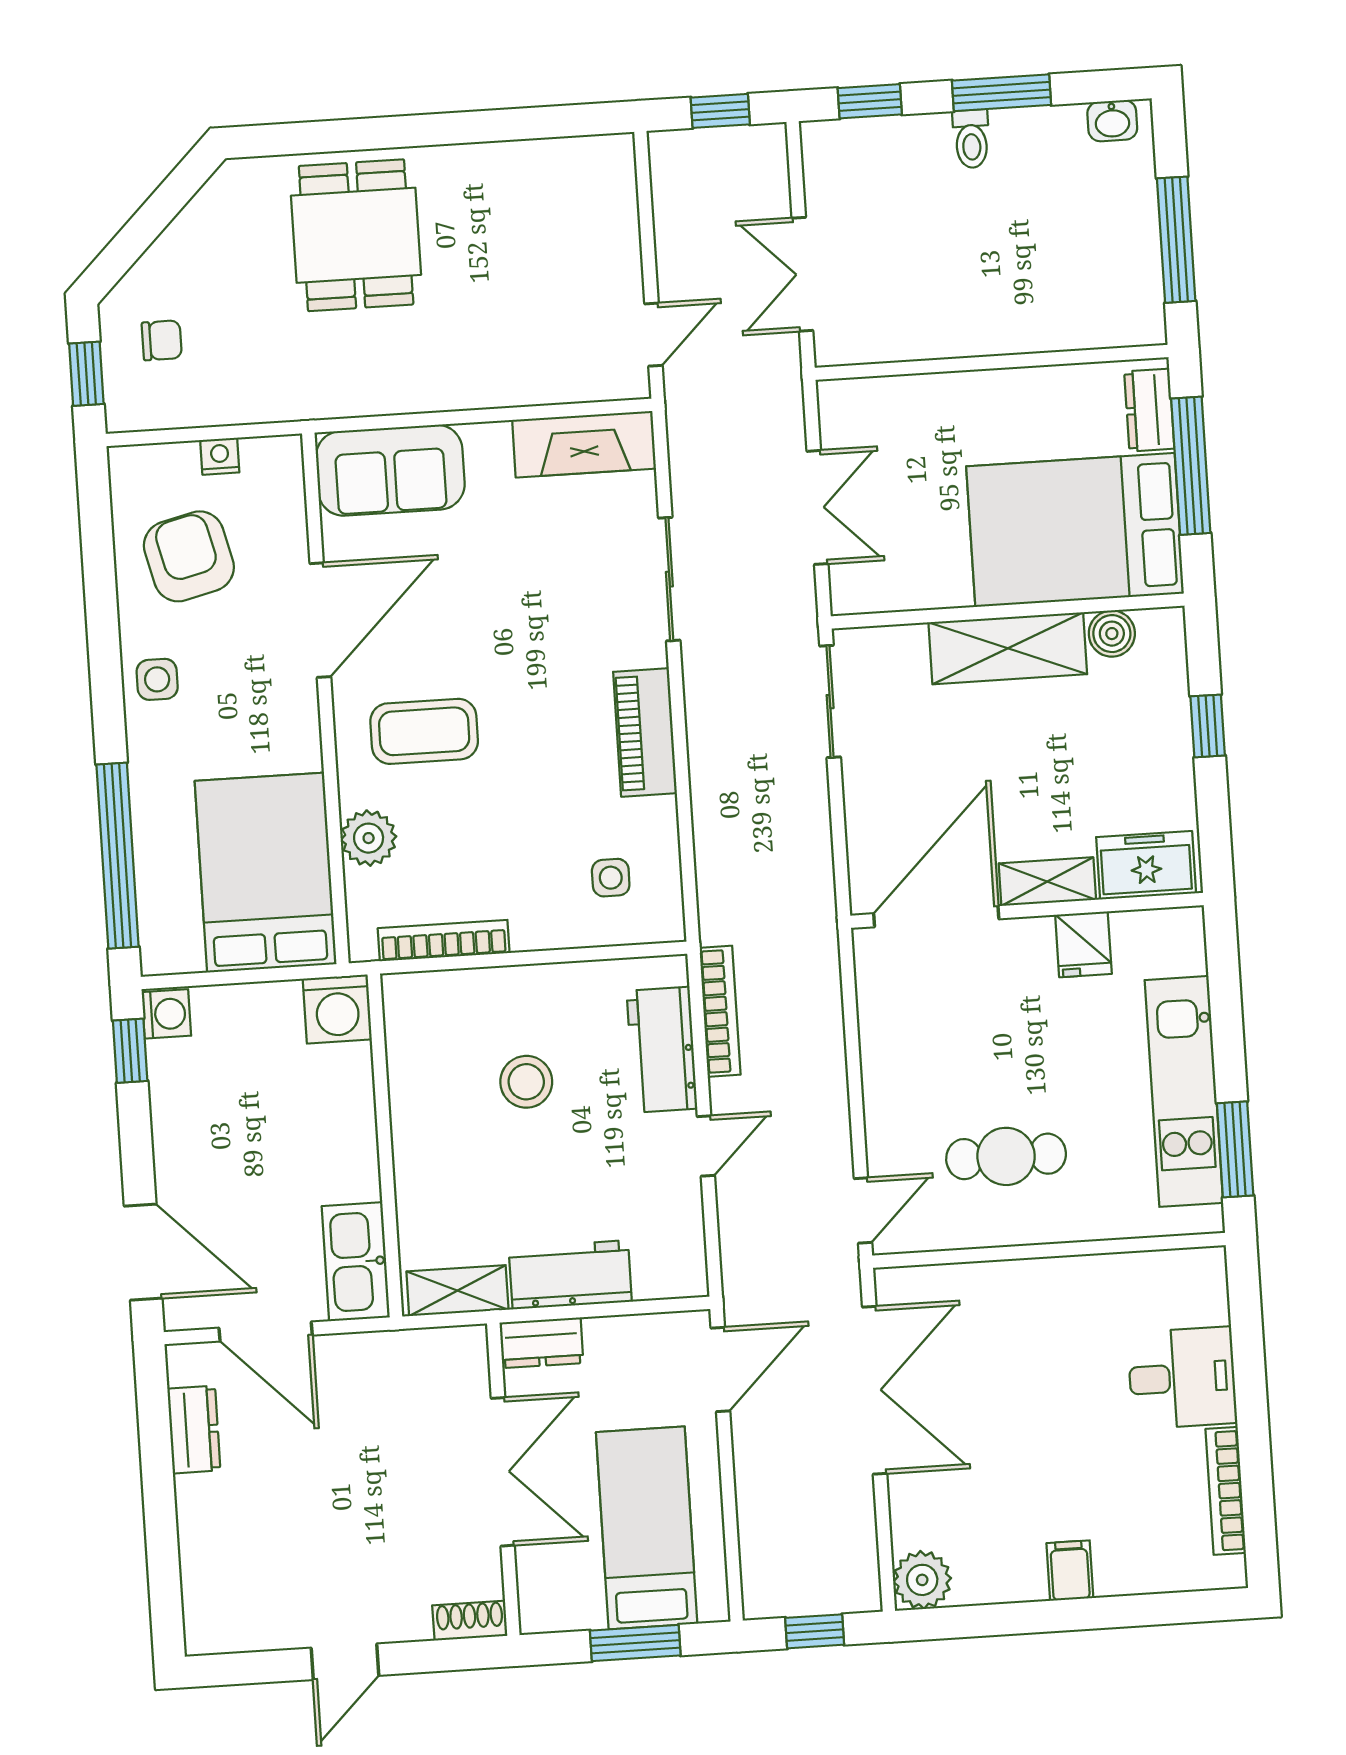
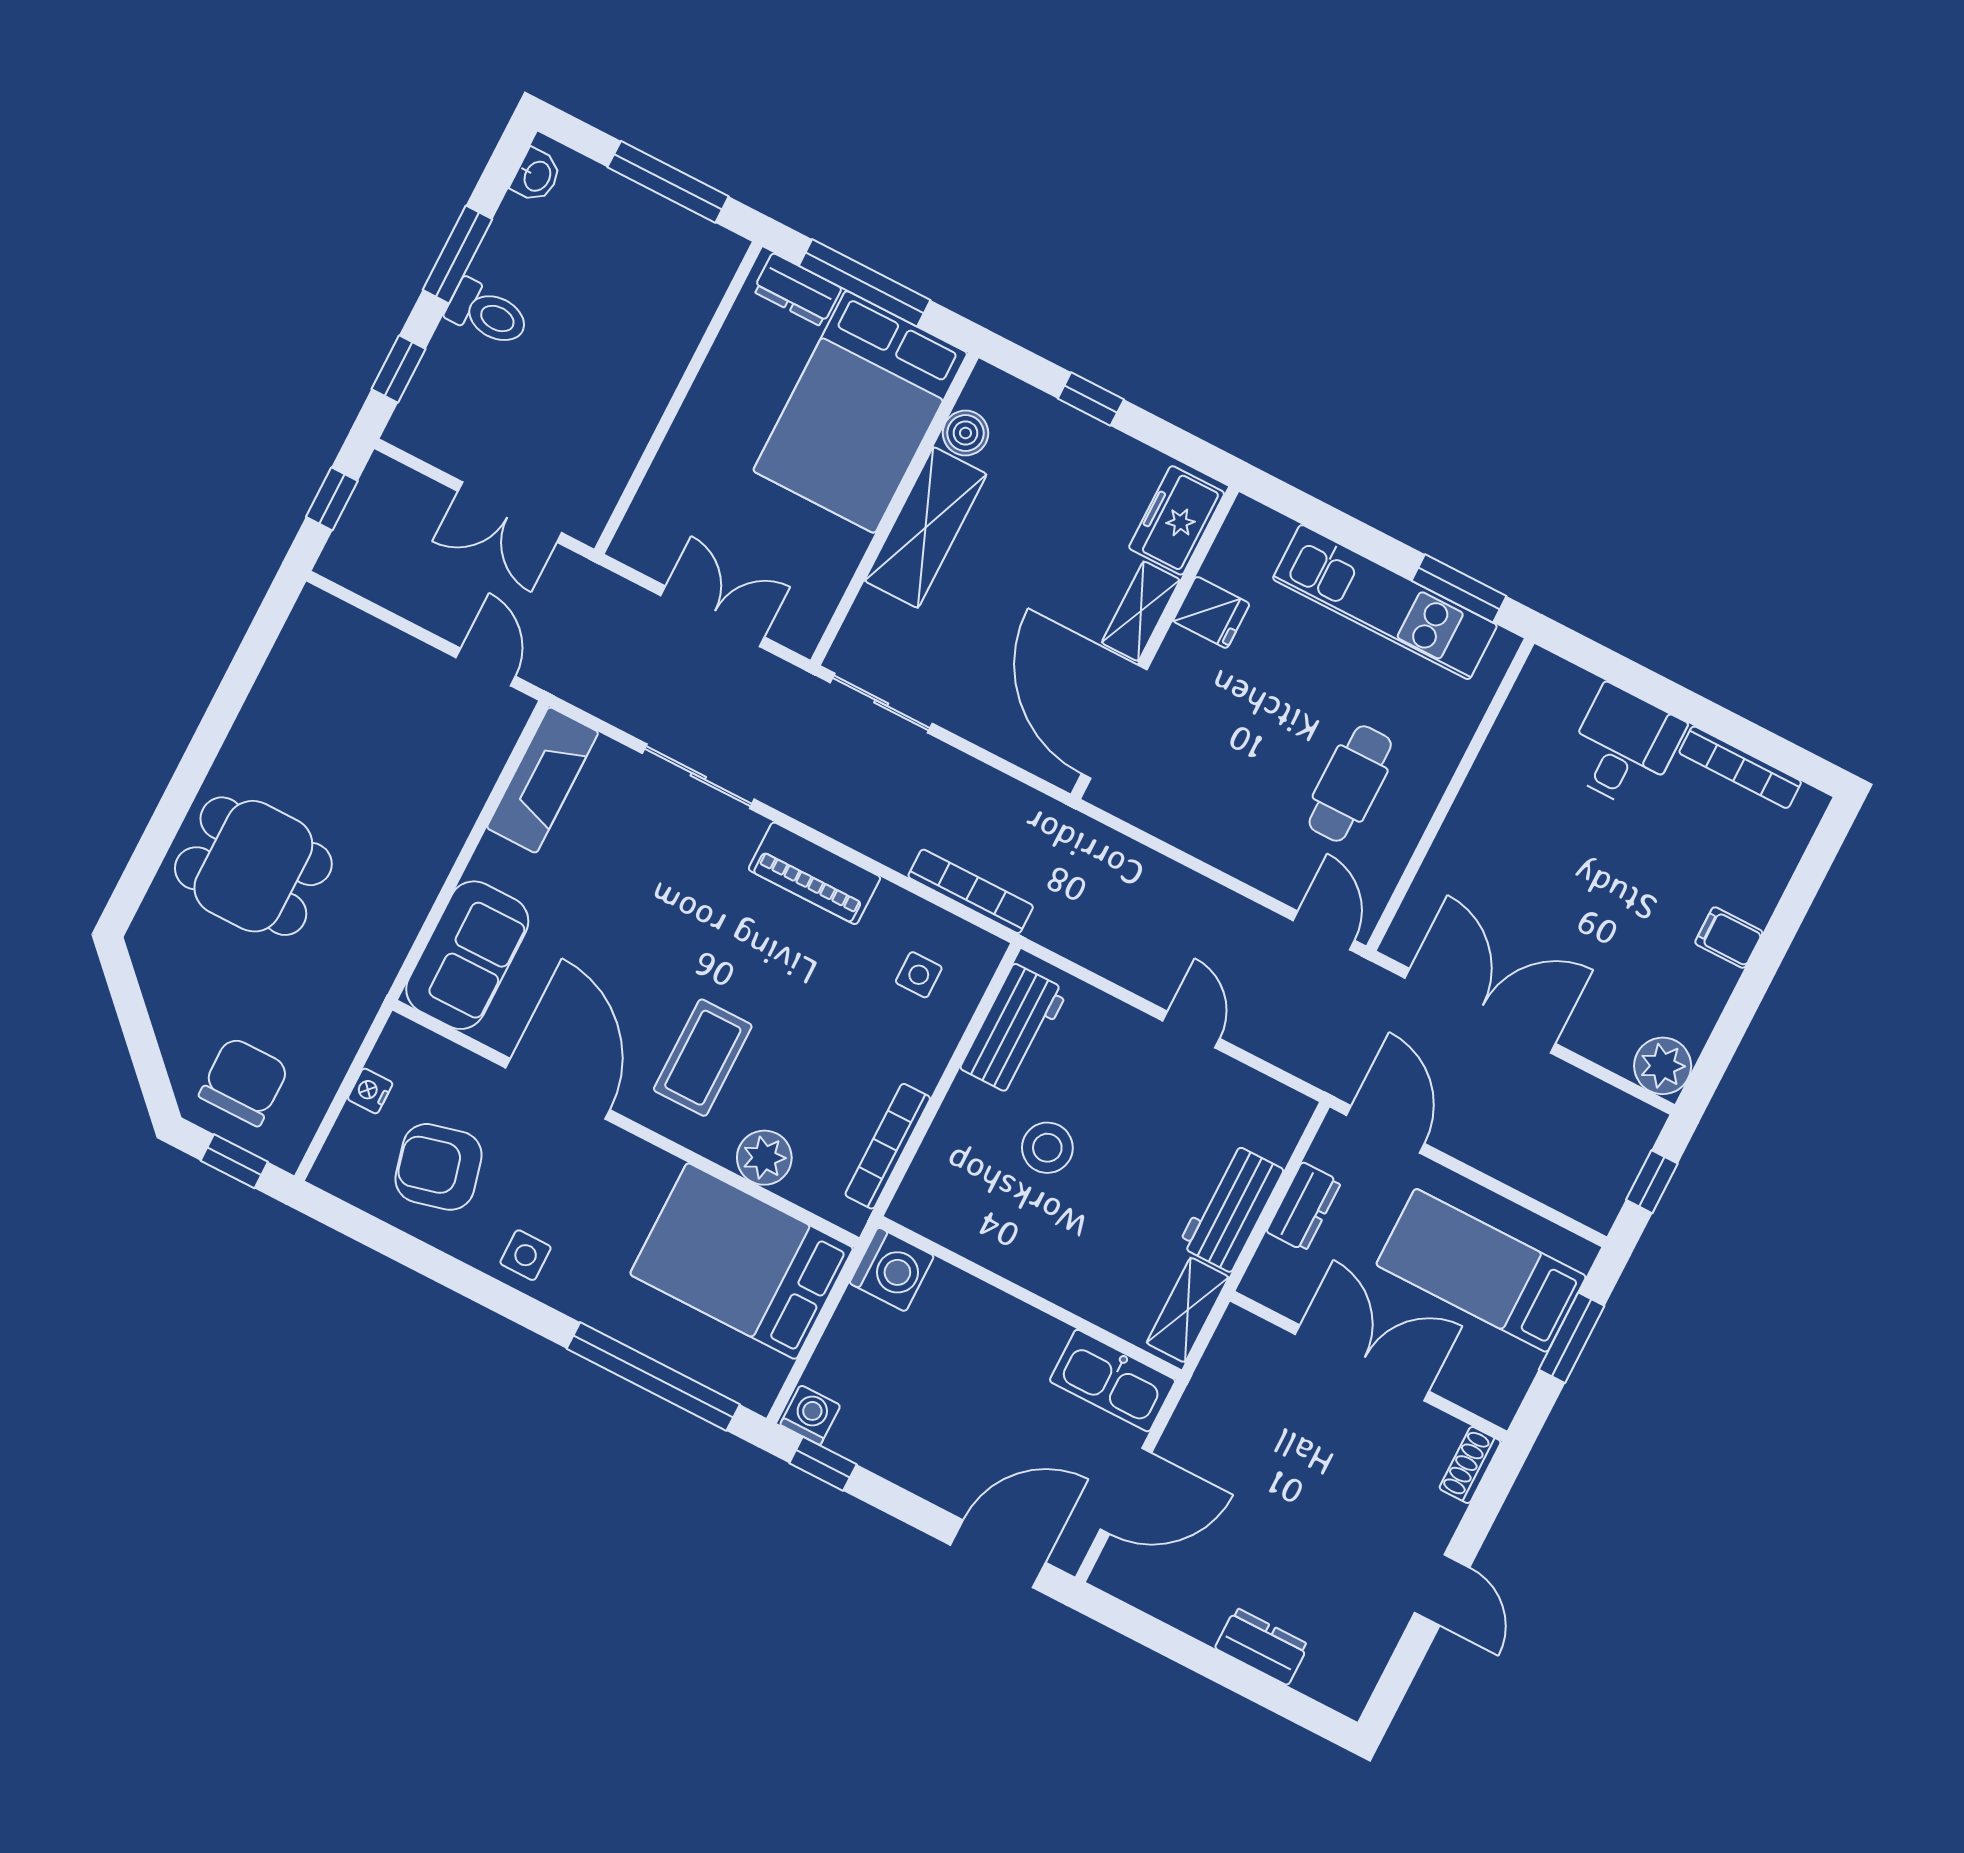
toilet: (971, 139) -> (488, 313), width x1.37, depth x1.39
chair: (162, 340) -> (244, 1081), width x1.87, depth x1.87
bookcase: (720, 1011) -> (971, 891), moved
workbench: (662, 1050) -> (1014, 1030), moved, turned -90
dresser: (541, 1343) -> (1304, 1207), moved
dresser: (194, 1430) -> (1262, 1646), moved

